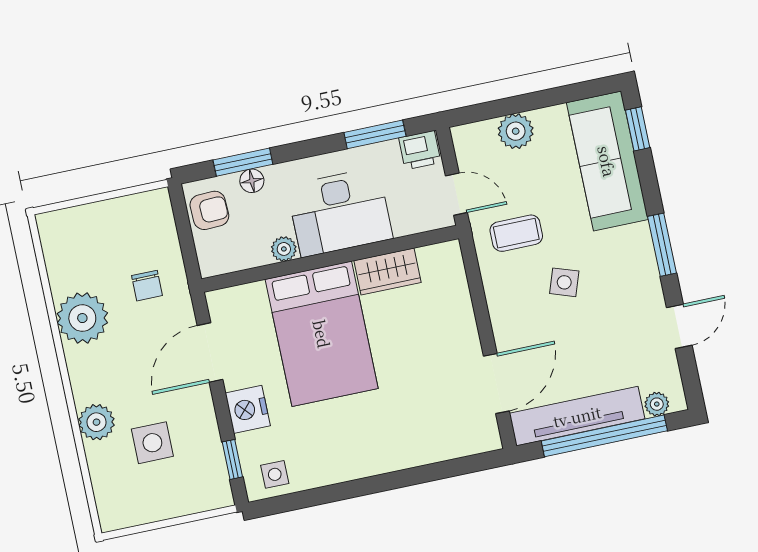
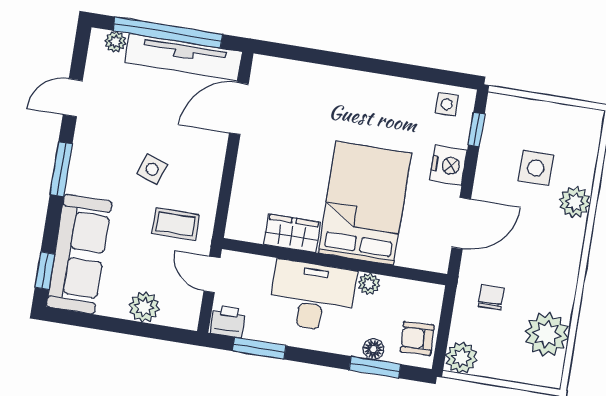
plant: (154, 208) -> (461, 358), added
plant: (82, 318) -> (547, 334), moved

